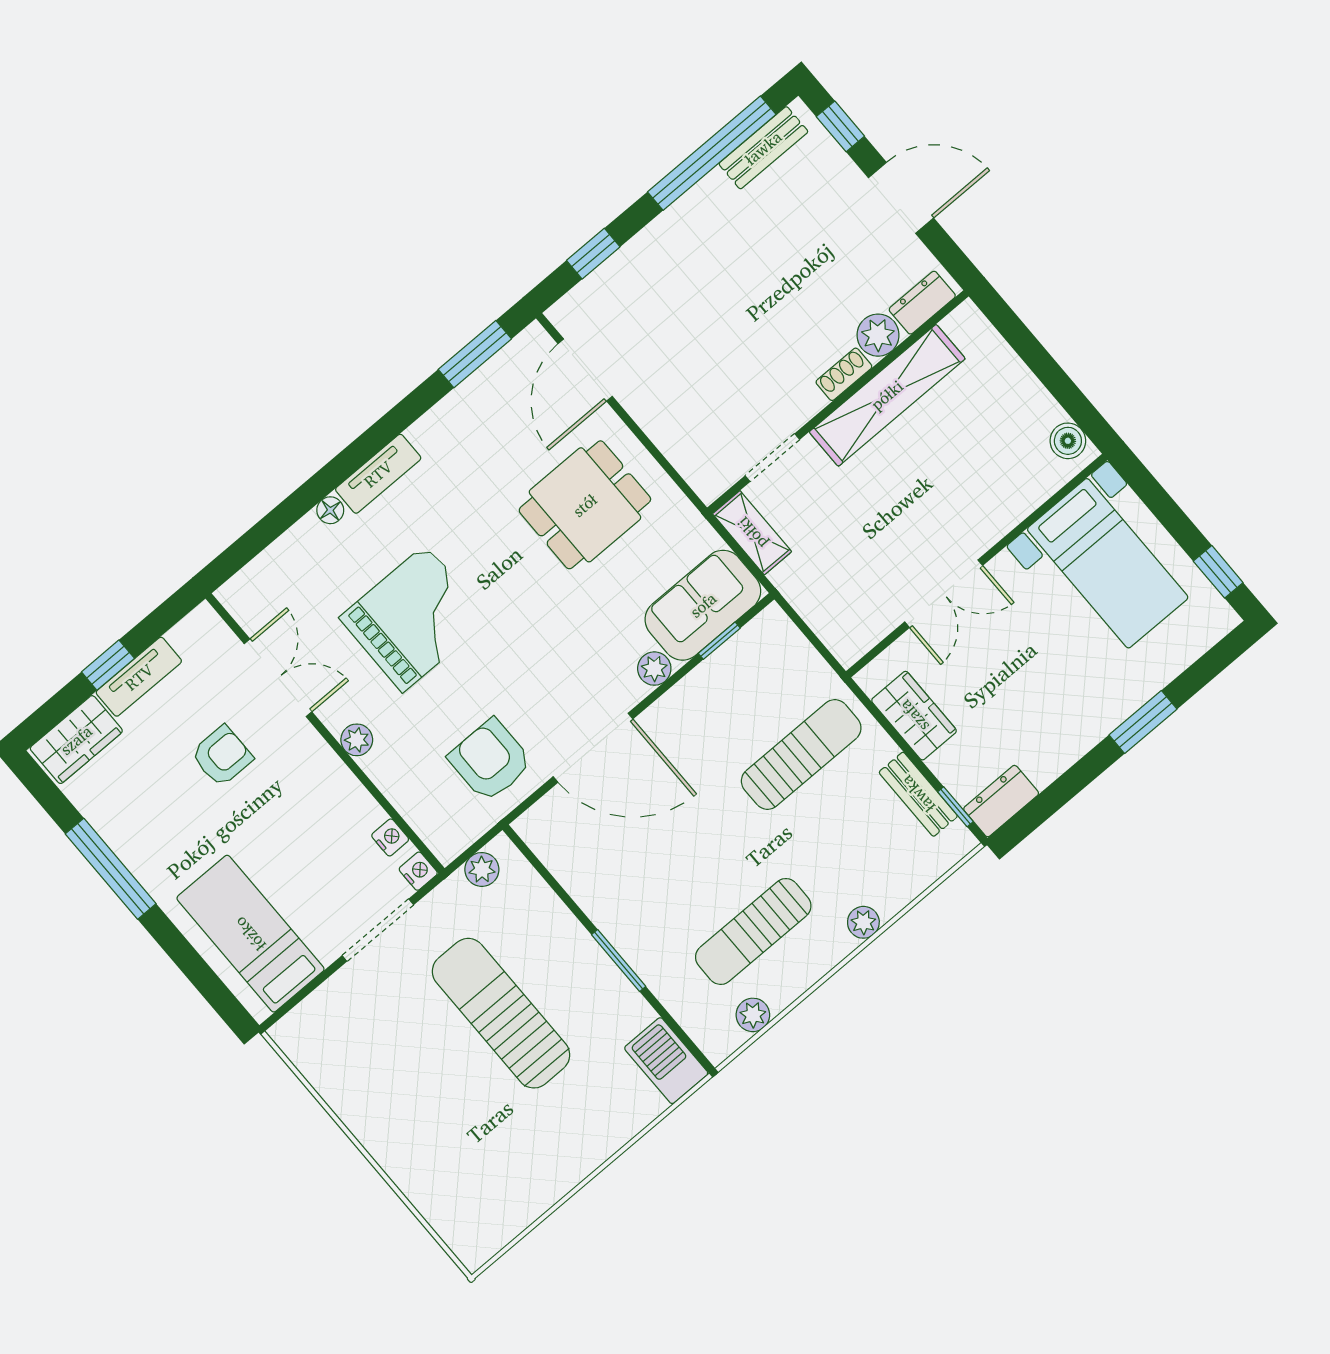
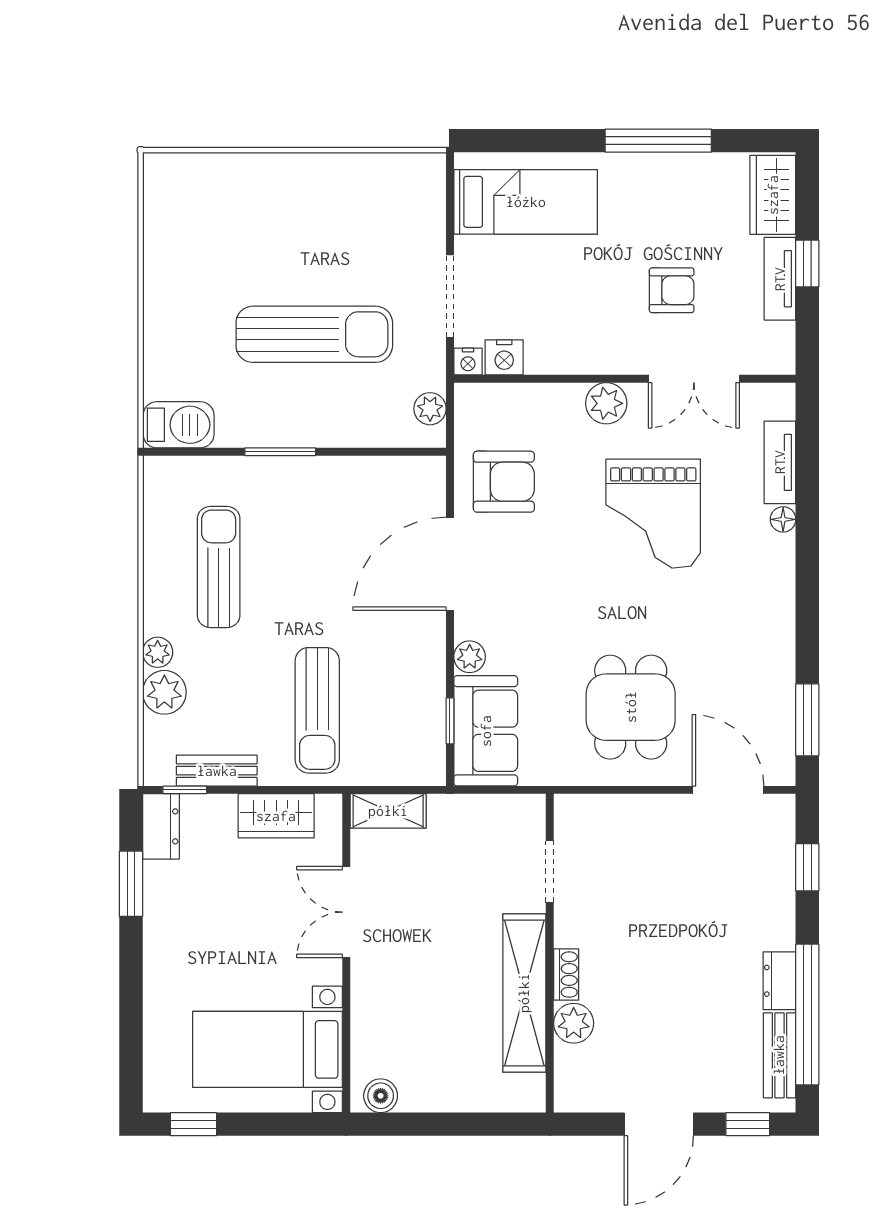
dresser: (922, 303) -> (779, 981), moved, turned 180
tv unit: (378, 474) -> (780, 462), moved
shelving: (752, 533) -> (388, 811), moved
window: (1143, 722) -> (131, 884), moved
plant: (357, 740) -> (606, 403), width x1.38, depth x1.38
armchair: (222, 756) -> (672, 290), turned -90
nightstand: (390, 837) -> (504, 357), width x1.39, depth x1.35
plant: (753, 1015) -> (164, 692), moved, width x1.38, depth x1.38

